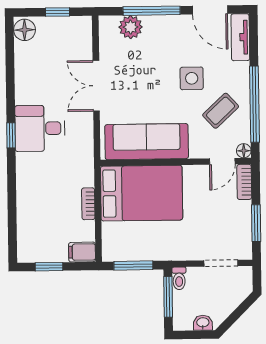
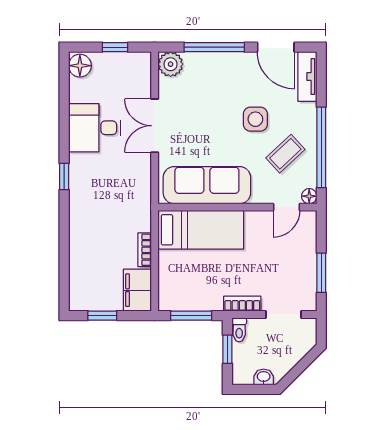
plant: (131, 27) -> (171, 64), moved
desk: (40, 128) -> (95, 128), moved
bookcase: (244, 182) -> (242, 304), moved, turned 90
bed: (142, 193) -> (201, 230), width x0.67
filing cabinet: (82, 252) -> (137, 290), width x2.00
window: (168, 297) -> (227, 349), width x0.67

